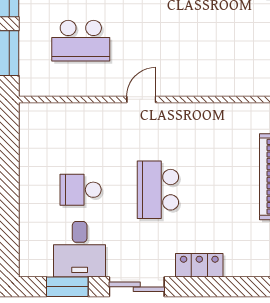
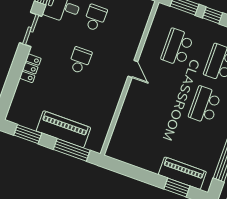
school desk: (158, 190) -> (80, 60), width x0.54

